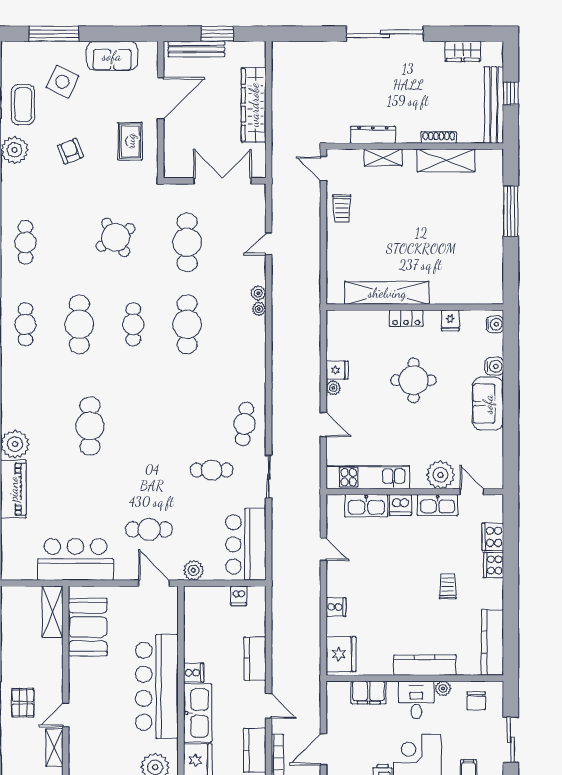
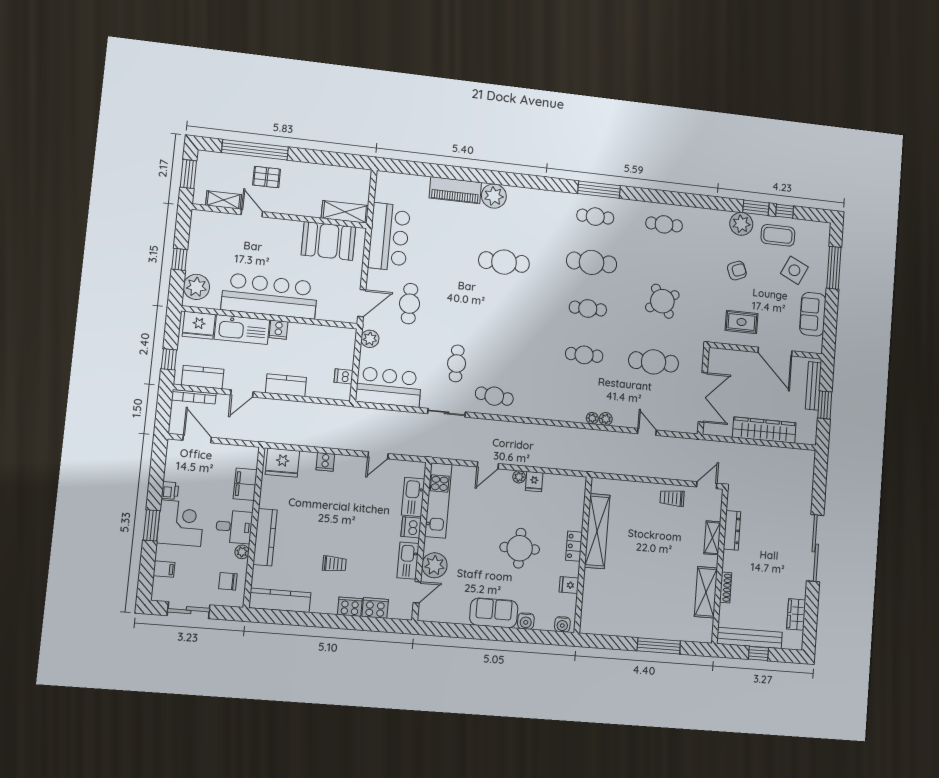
cafe table: (187, 324) -> (584, 355), width x0.73, depth x0.74

